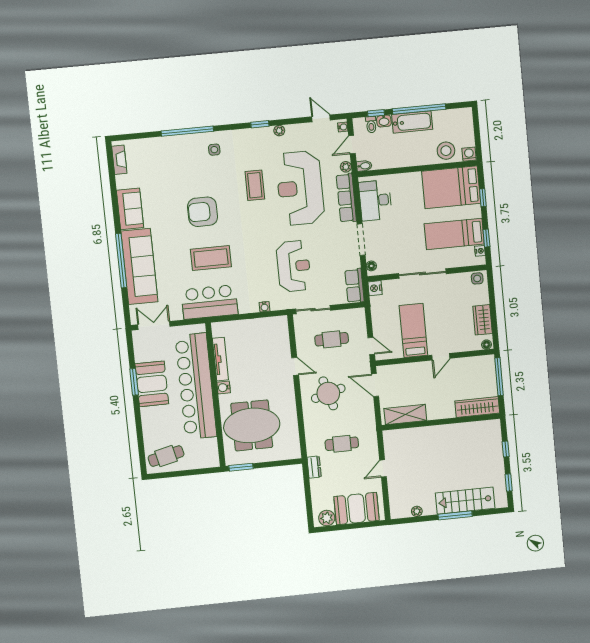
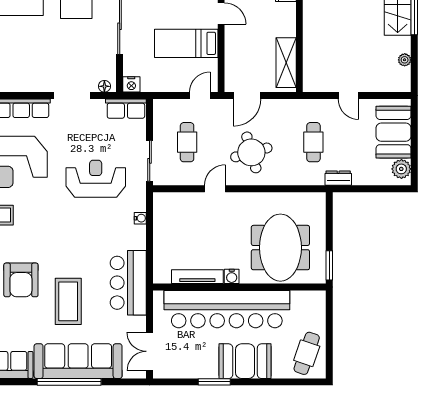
desk: (375, 200) -> (27, 74), removed
coffee table: (211, 258) -> (68, 301), moved
booth: (152, 384) -> (245, 361), moved
cafe table: (166, 456) -> (307, 353), turned 32

